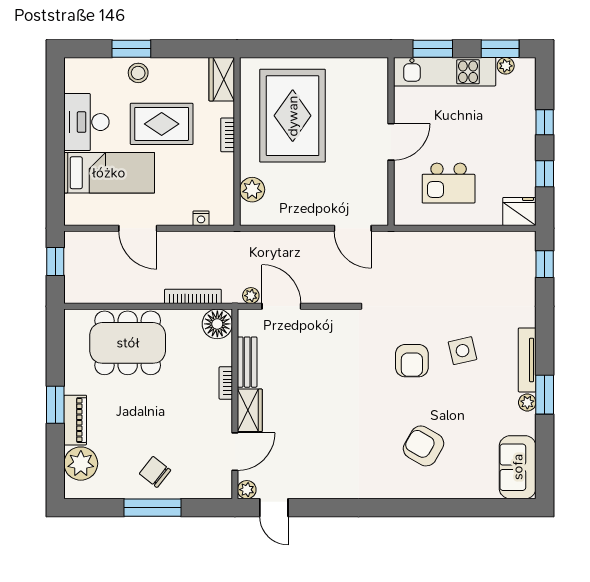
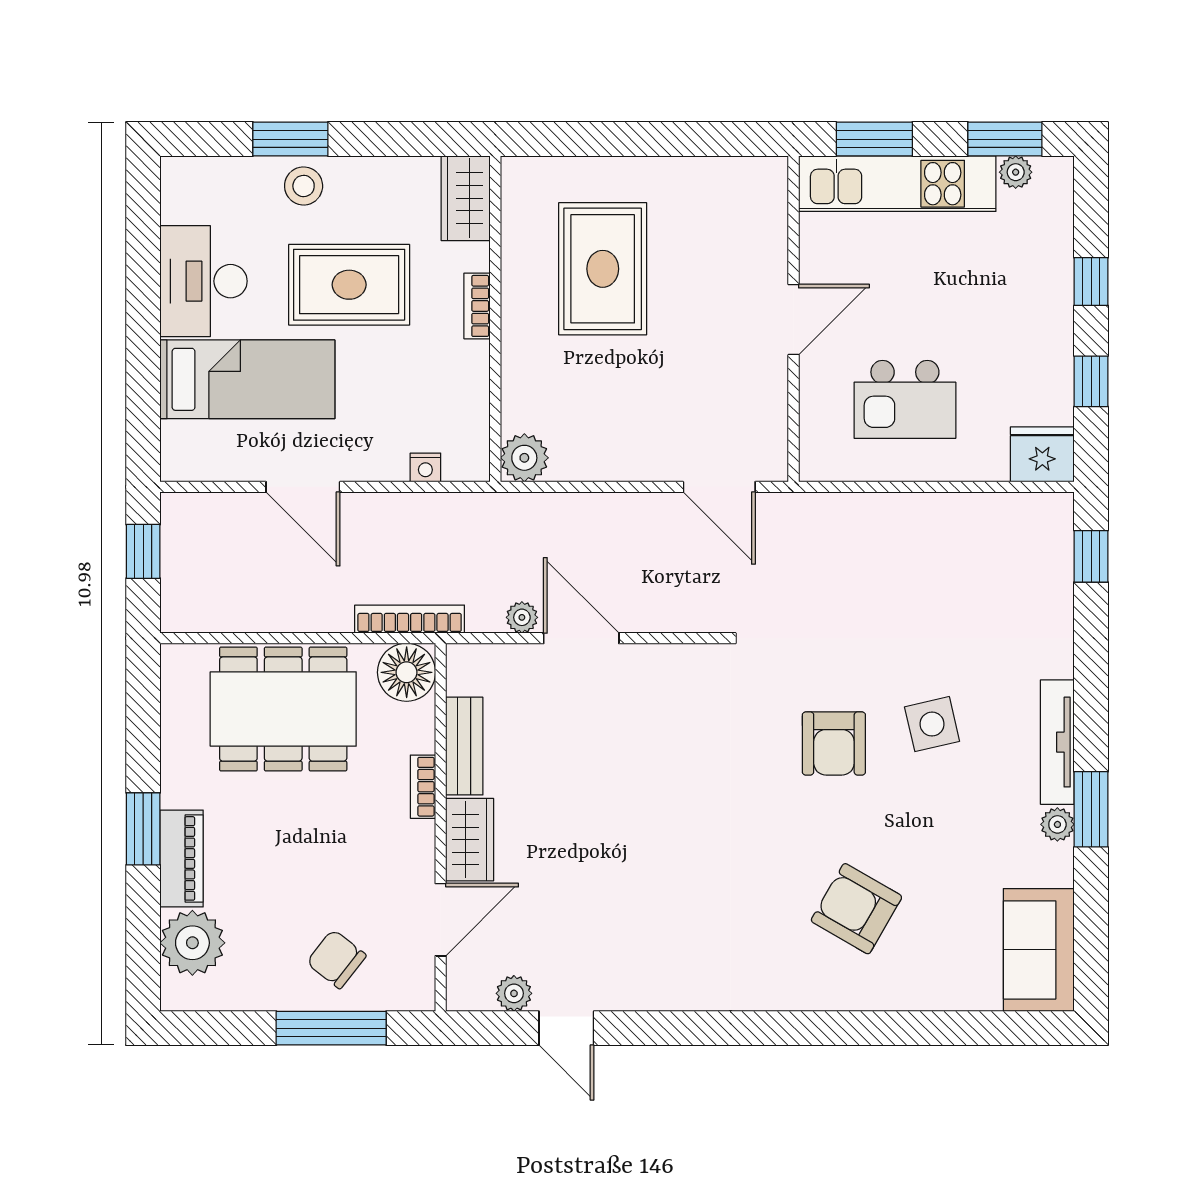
rug: (293, 116) -> (603, 269), width x0.73, depth x0.69
plant: (252, 190) -> (524, 458), moved
floor lamp: (217, 324) -> (407, 672), moved
bench: (247, 362) -> (464, 746), moved
bookcase: (226, 383) -> (423, 787), moved
wall: (235, 404) -> (441, 827), moved
wardrobe: (250, 410) -> (470, 840), moved
door: (235, 452) -> (441, 920), moved

